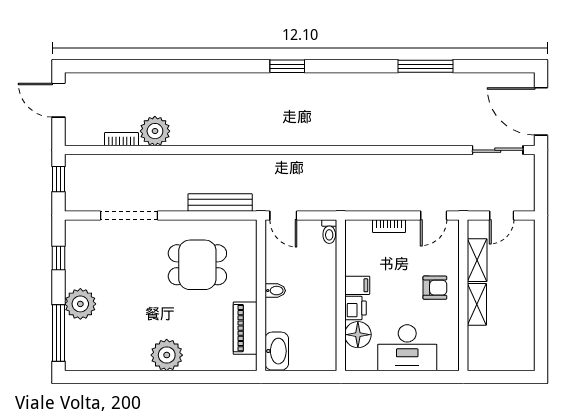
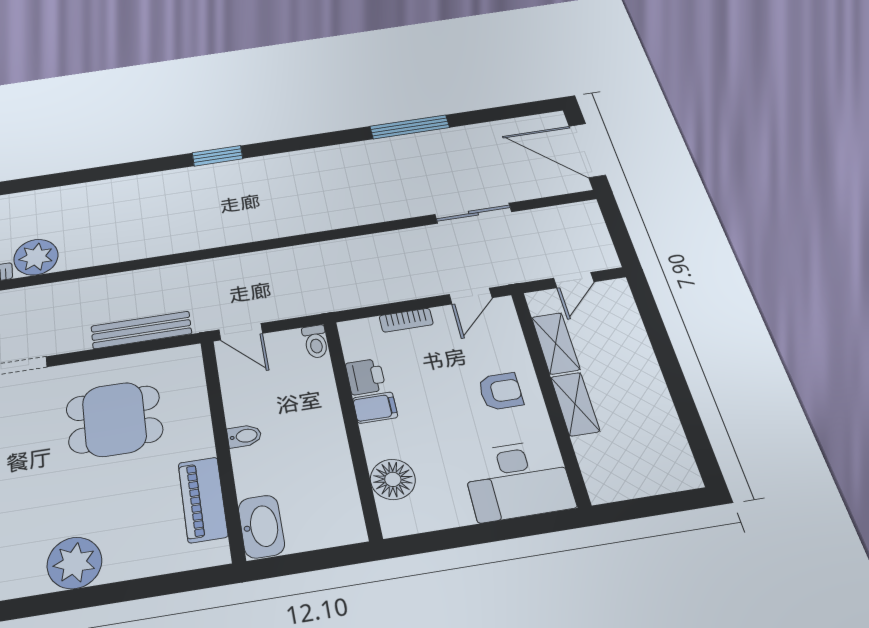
sliding door: (498, 150) -> (473, 213), moved
printer: (356, 308) -> (365, 377), moved
desk: (407, 348) -> (518, 480), moved

